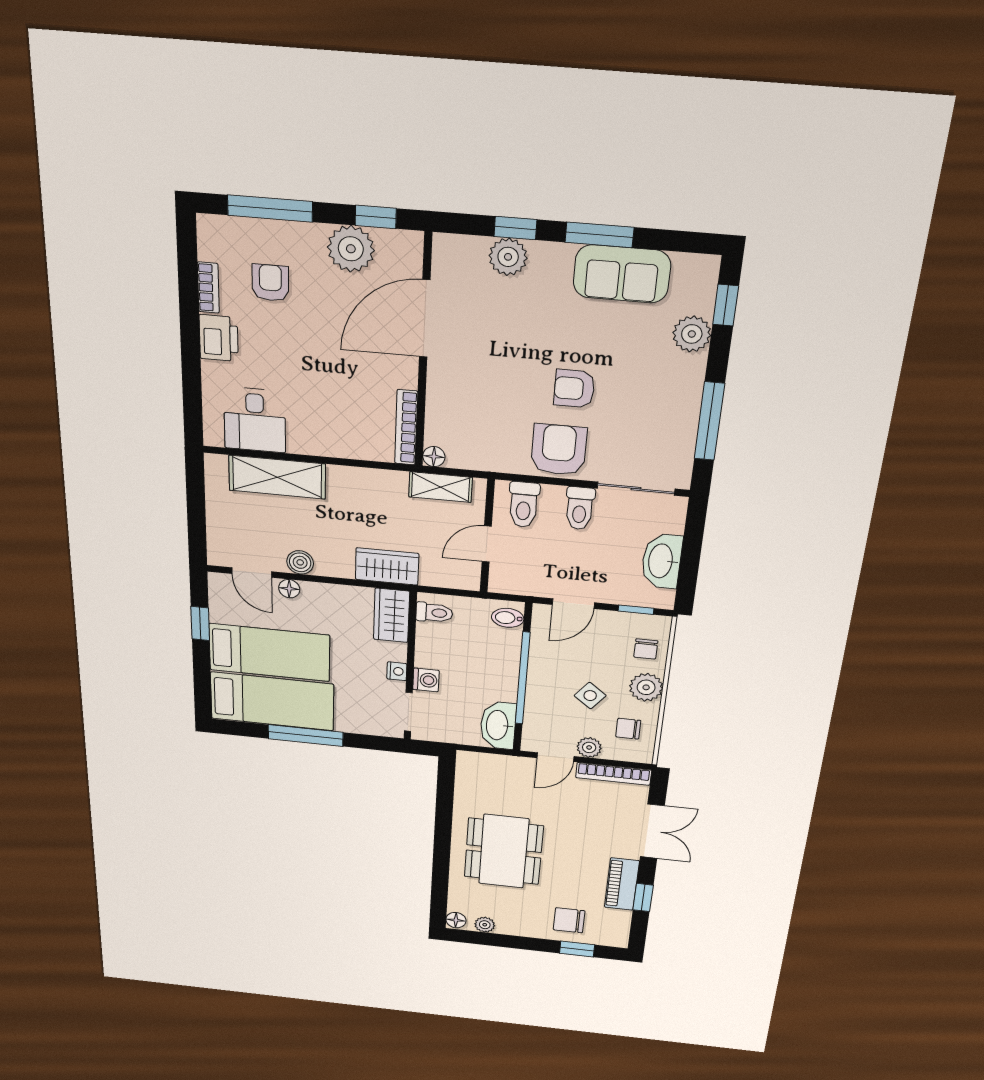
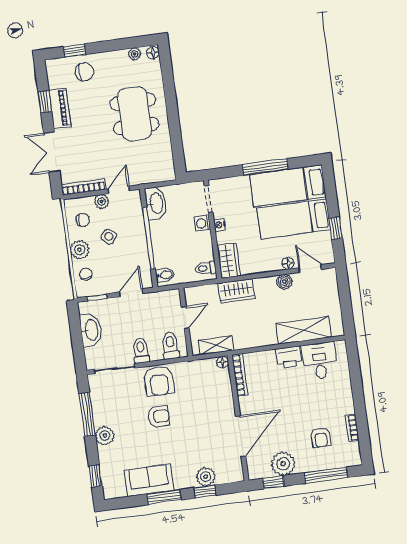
plant: (692, 334) -> (105, 436), moved
printer: (219, 338) -> (289, 357), moved, turned -90

